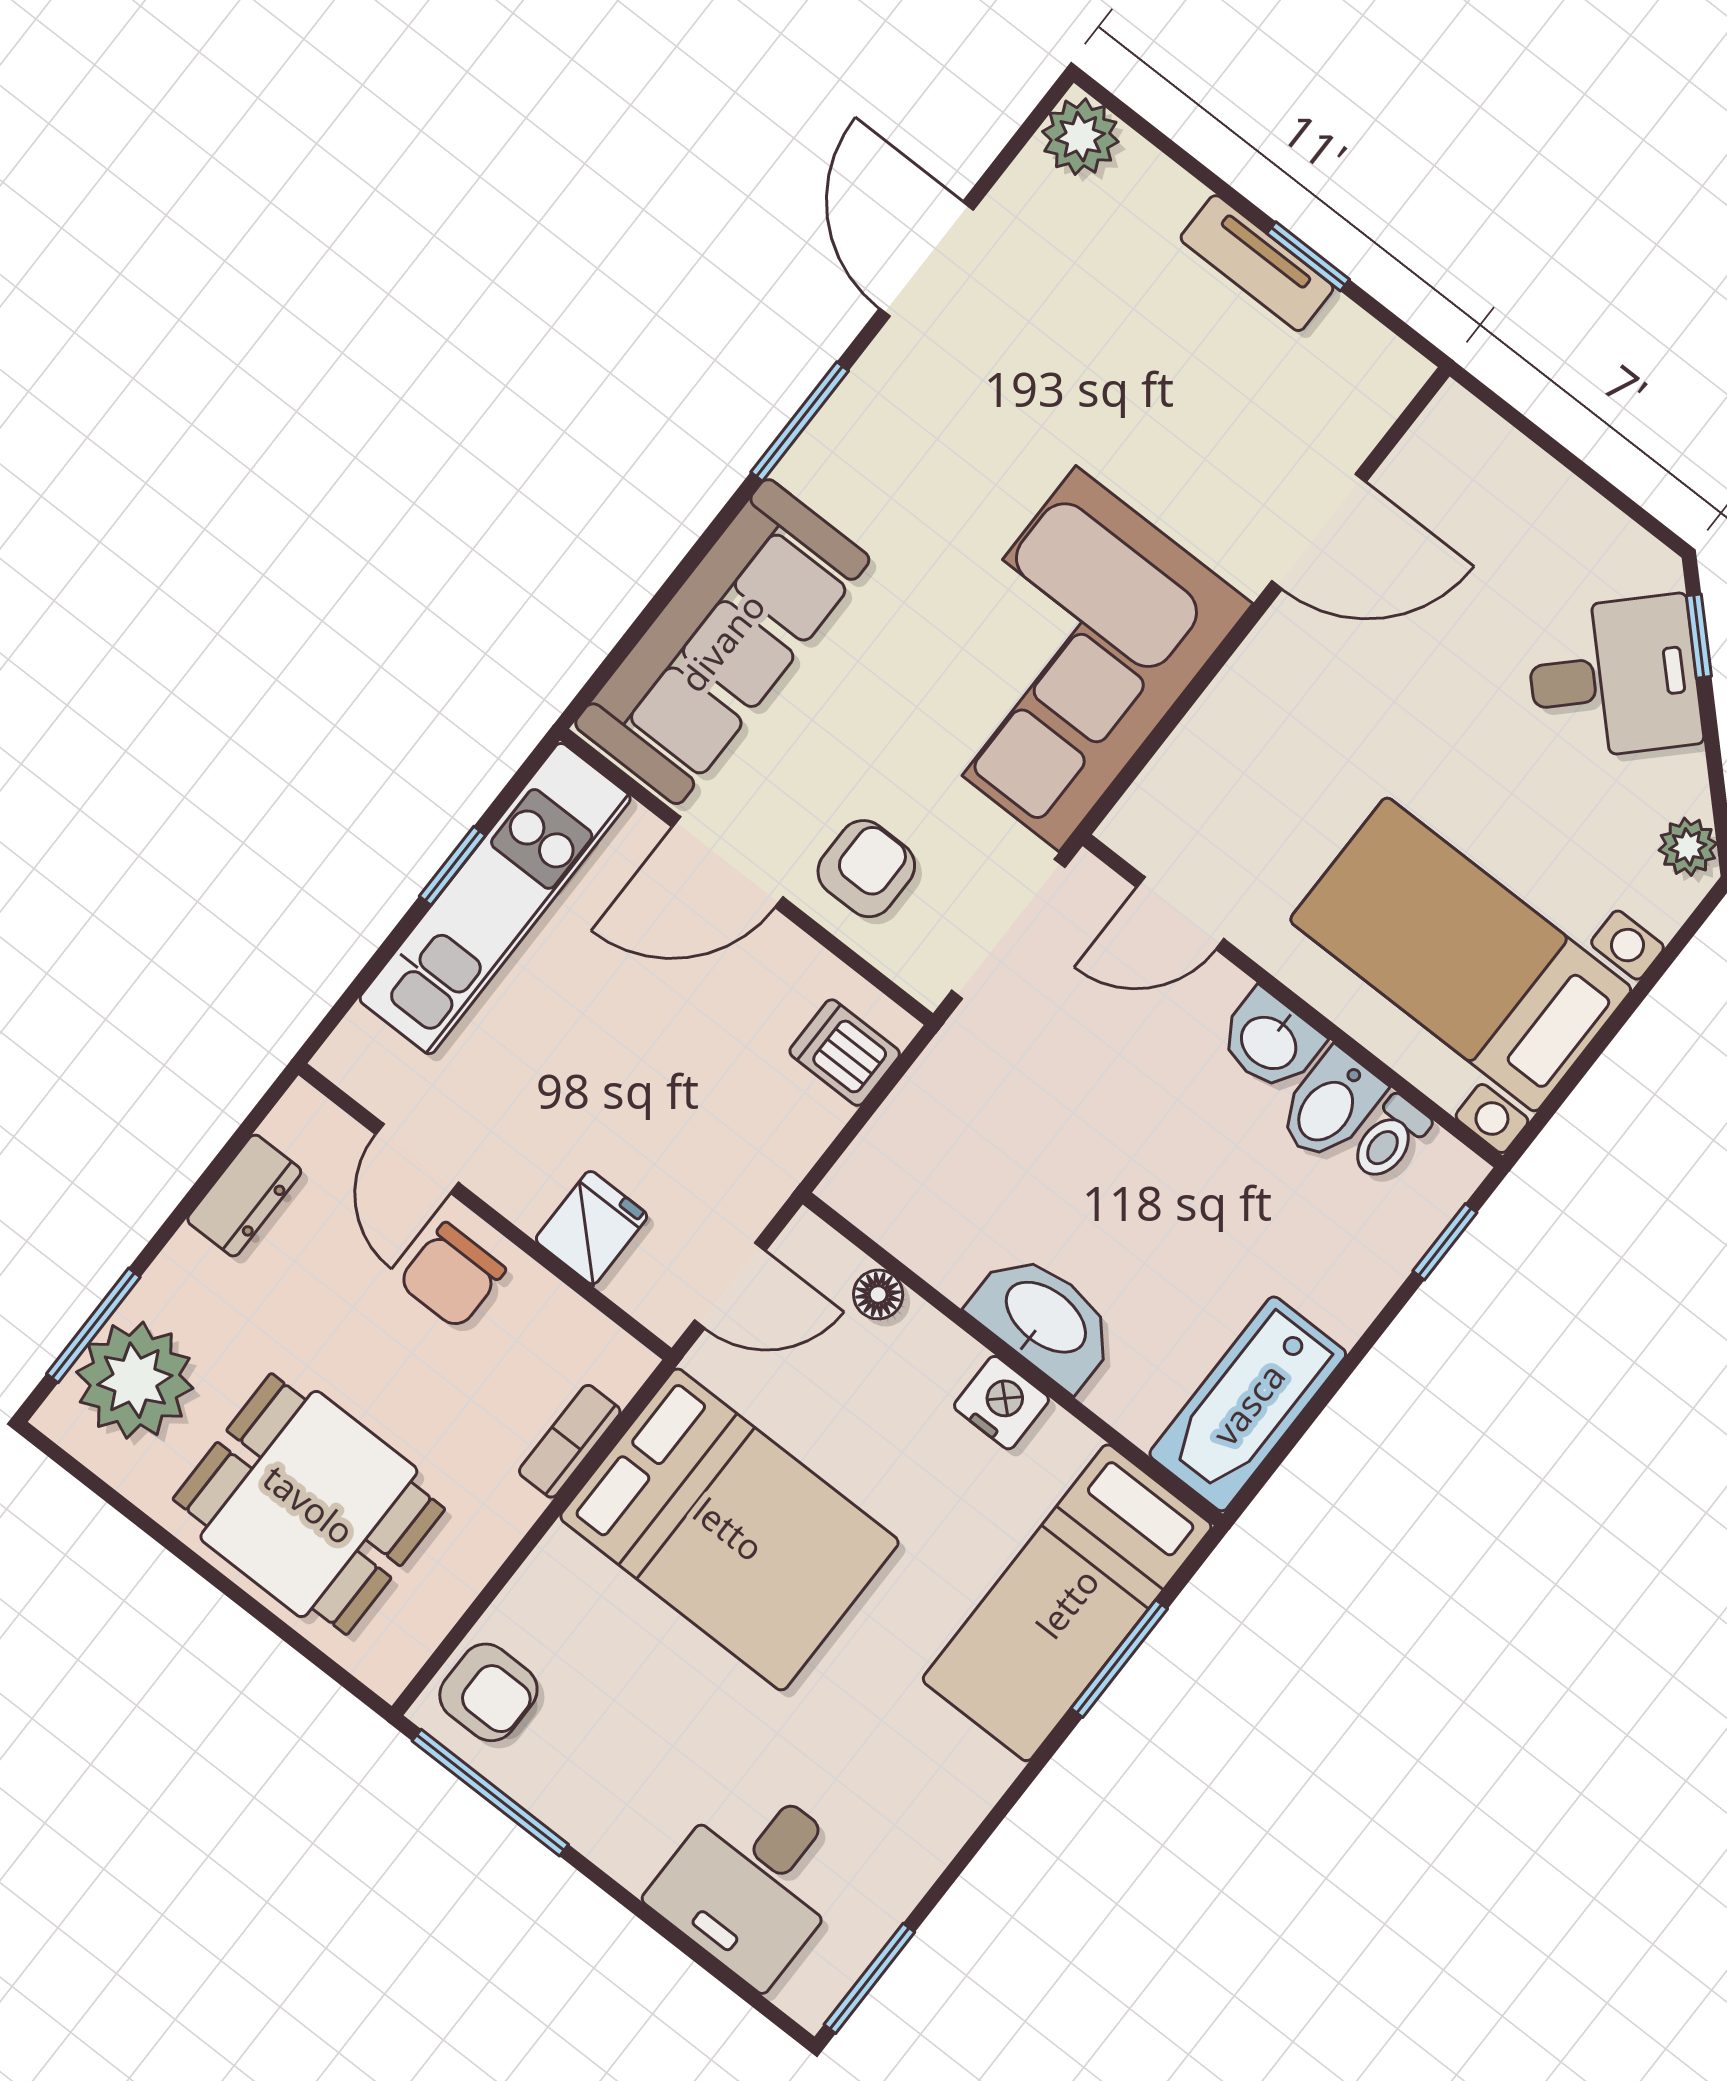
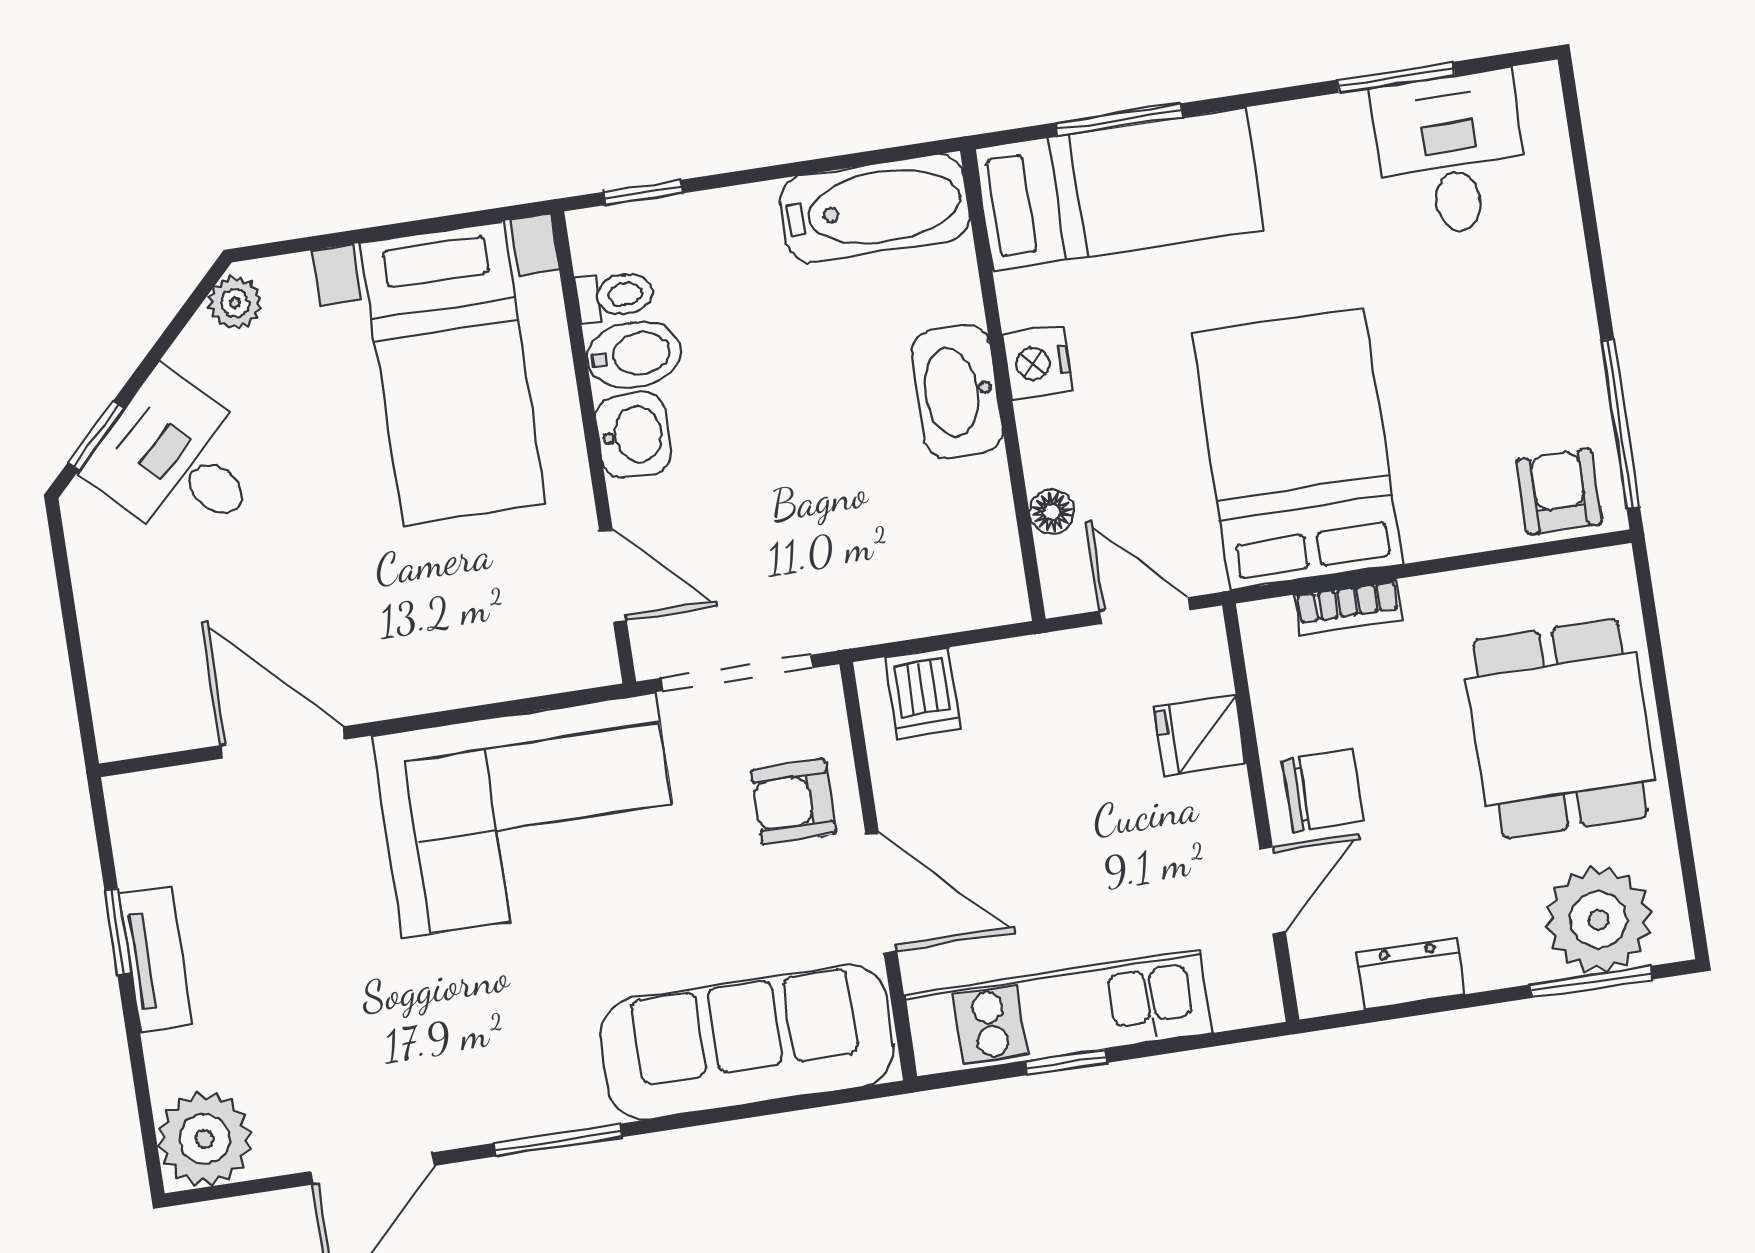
plant: (1080, 137) -> (205, 1139), width x1.36, depth x1.36
desk: (754, 1881) -> (1451, 154), moved, turned -90
window: (869, 1978) -> (1396, 77), moved

